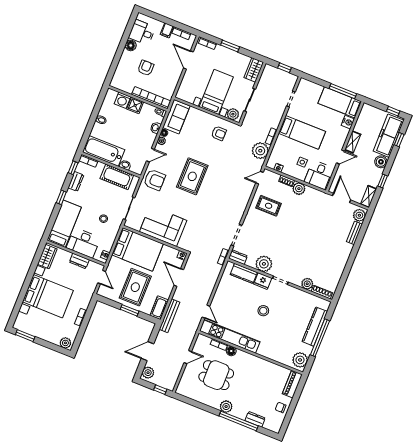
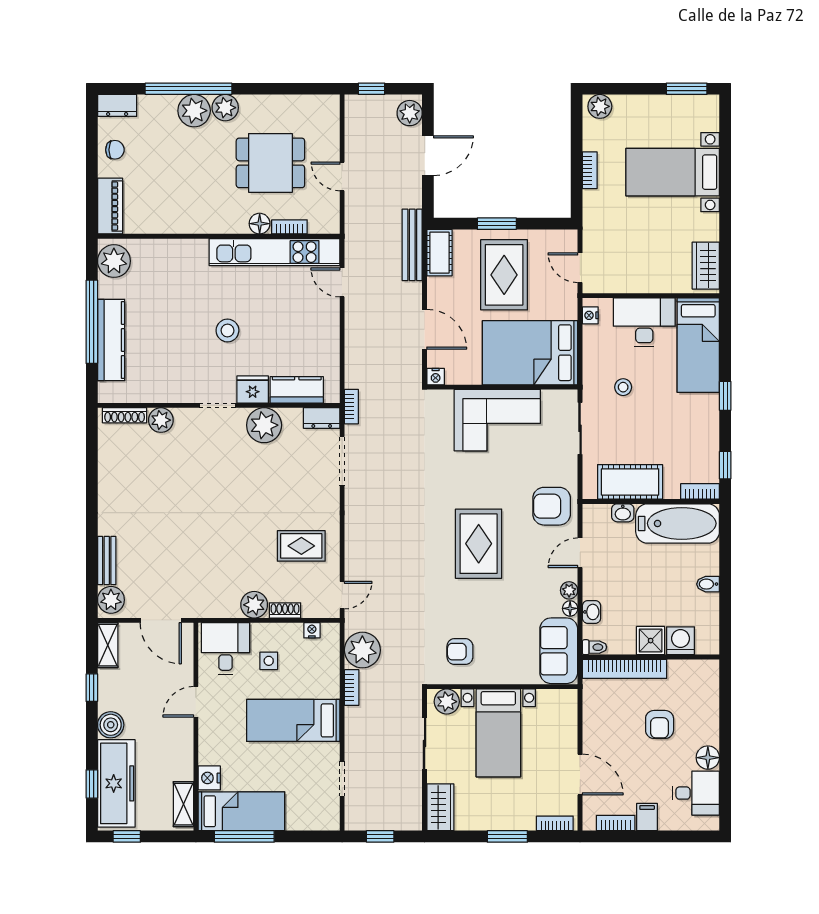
shelving: (353, 142) -> (183, 804), moved
dresser: (76, 181) -> (709, 440), removed
dresser: (79, 261) -> (638, 283), removed
bed with nightstands: (48, 296) -> (673, 172), width x0.73
door: (188, 357) -> (342, 176), hinge flipped
plant: (240, 411) -> (194, 111), added
dresser: (255, 419) -> (117, 105), moved

